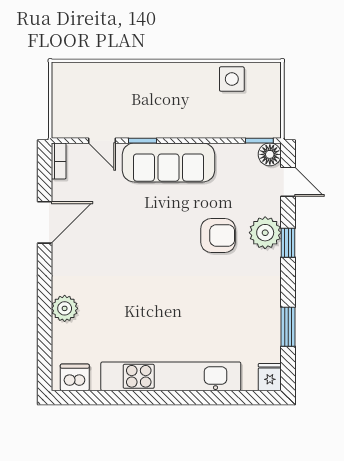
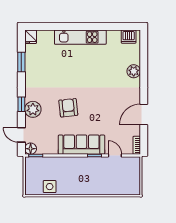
armchair: (218, 235) -> (68, 108), moved, turned 84
kitchen unit: (171, 376) -> (80, 37), width x0.73

